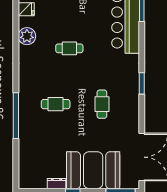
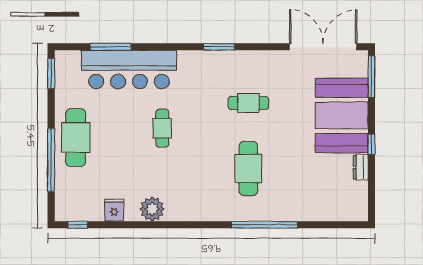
cafe table: (69, 48) -> (162, 128), moved
cafe table: (56, 104) -> (248, 169), width x1.37, depth x1.35

